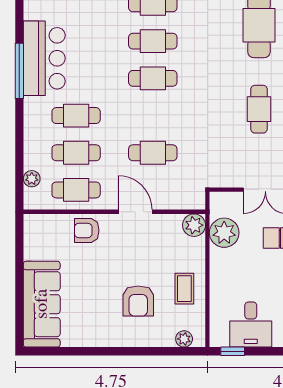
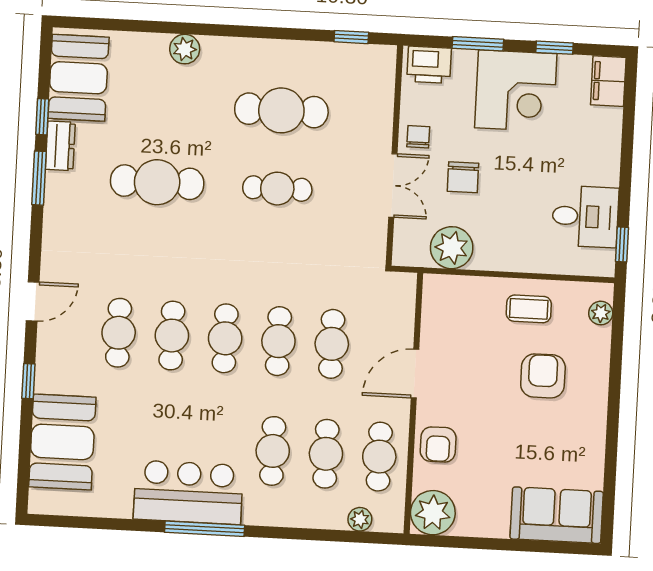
cafe table: (153, 116) -> (278, 341), added
plant: (194, 225) -> (433, 513), moved, width x1.36, depth x1.36
armchair: (138, 301) -> (543, 376), turned -90
sofa: (42, 304) -> (557, 515), width x0.73

